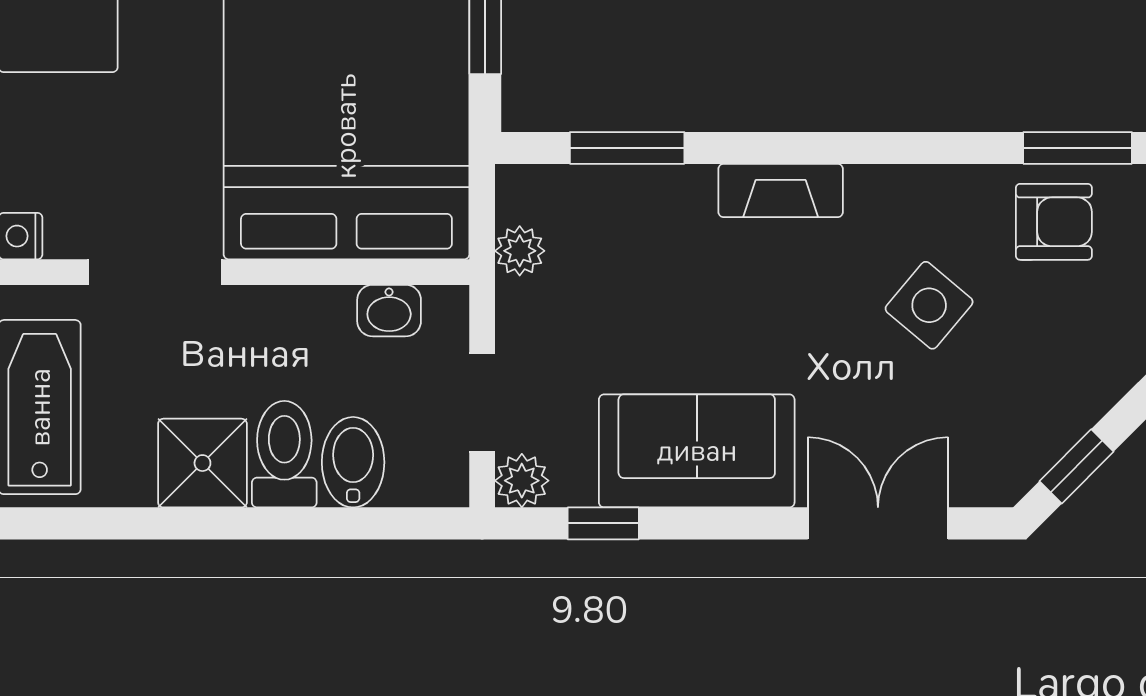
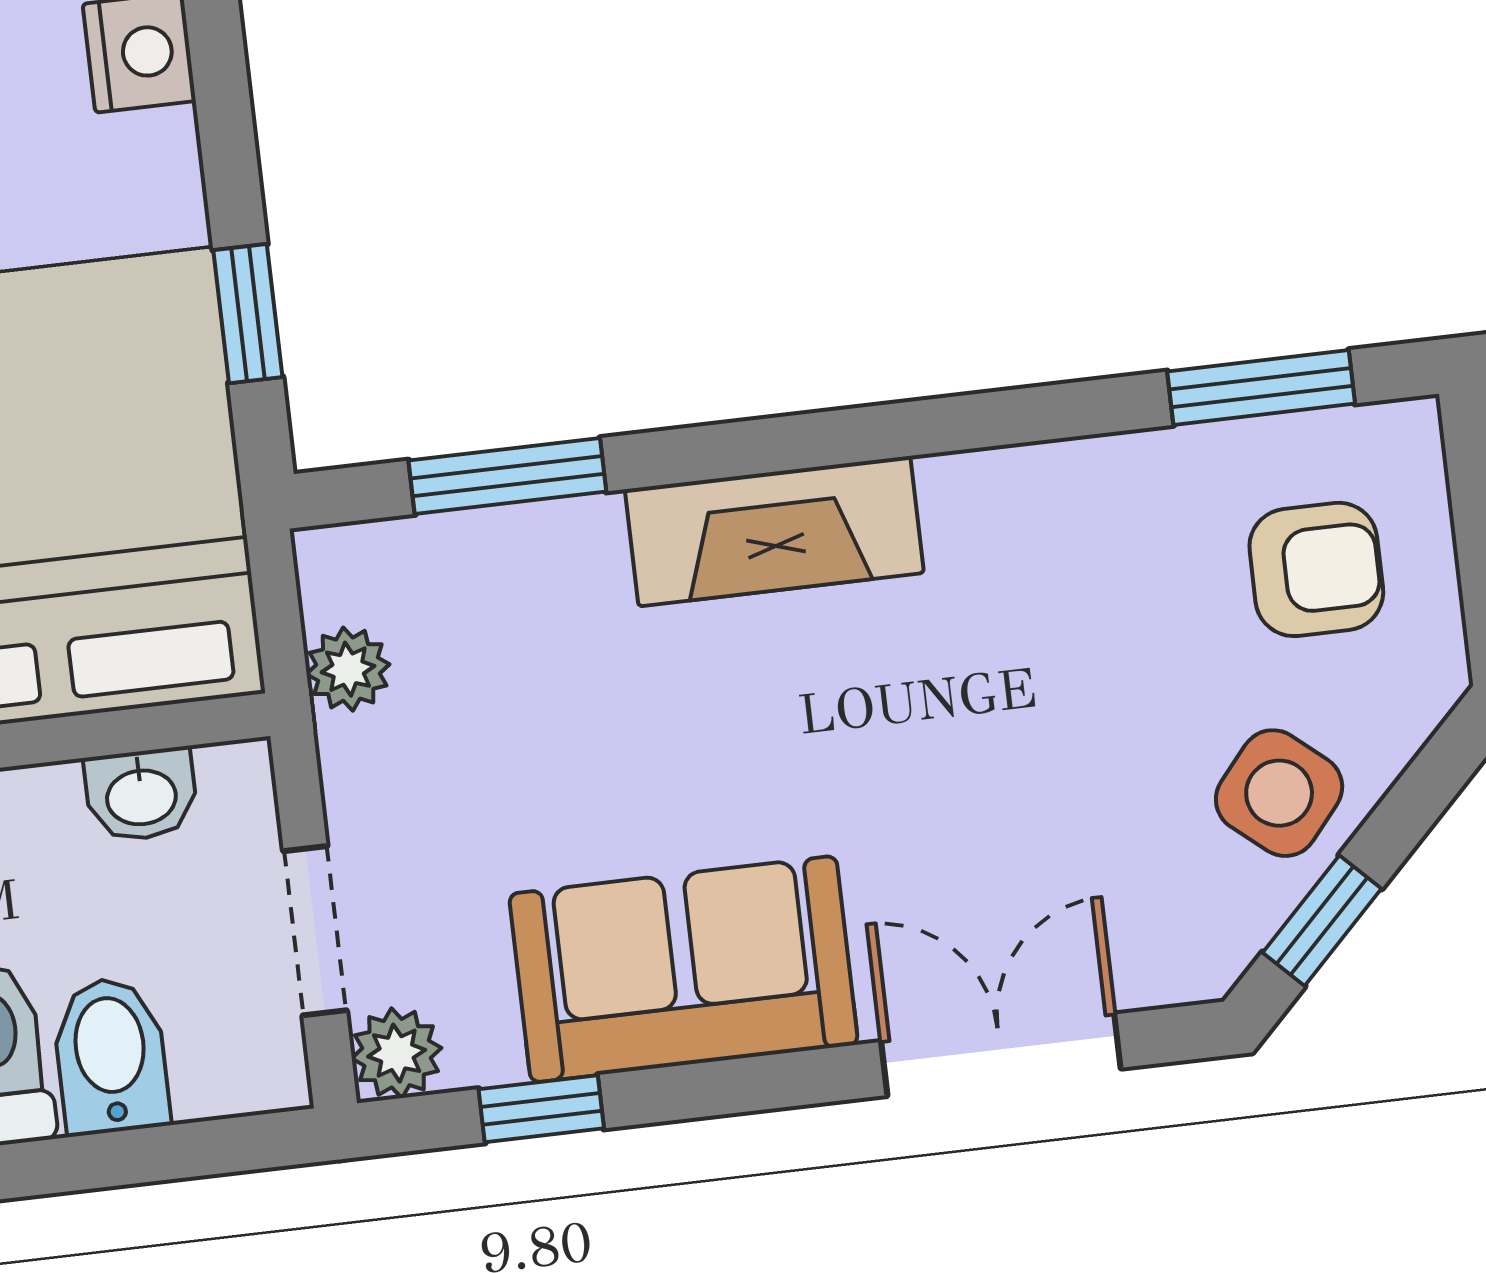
fireplace: (781, 190) -> (774, 531), width x1.37, depth x1.32
armchair: (1054, 222) -> (1316, 569), moved
side table: (929, 305) -> (1279, 793), moved

